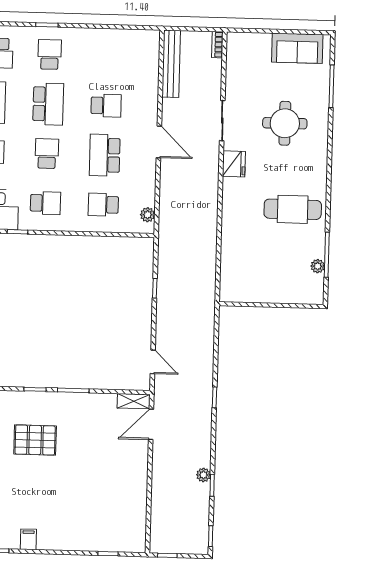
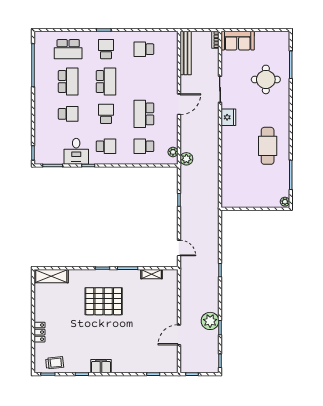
sofa: (297, 48) -> (238, 41), moved
school desk: (106, 106) -> (144, 49), moved, turned 180
round table: (285, 123) -> (266, 79), moved
door: (159, 142) -> (179, 104), hinge flipped
cafe table: (293, 209) -> (268, 146), turned 90
plant: (168, 226) -> (186, 159), added
plant: (318, 266) -> (285, 202), moved
shelving: (134, 401) -> (152, 274), moved
door: (151, 424) -> (179, 335), moved
pallet: (35, 440) -> (104, 301), width x1.37, depth x1.41
plant: (203, 475) -> (210, 321), width x1.87, depth x1.87
filing cabinet: (28, 539) -> (101, 366), width x2.00

